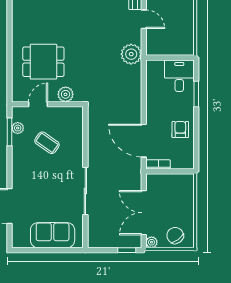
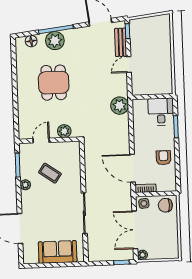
door: (144, 19) -> (129, 65), swing flipped
plant: (131, 54) -> (120, 106), moved
dining table: (43, 62) -> (54, 83), moved, turned 90
plant: (18, 128) -> (25, 185), moved
side table: (155, 182) -> (144, 203), added
chair: (175, 235) -> (165, 205), moved, turned -54

